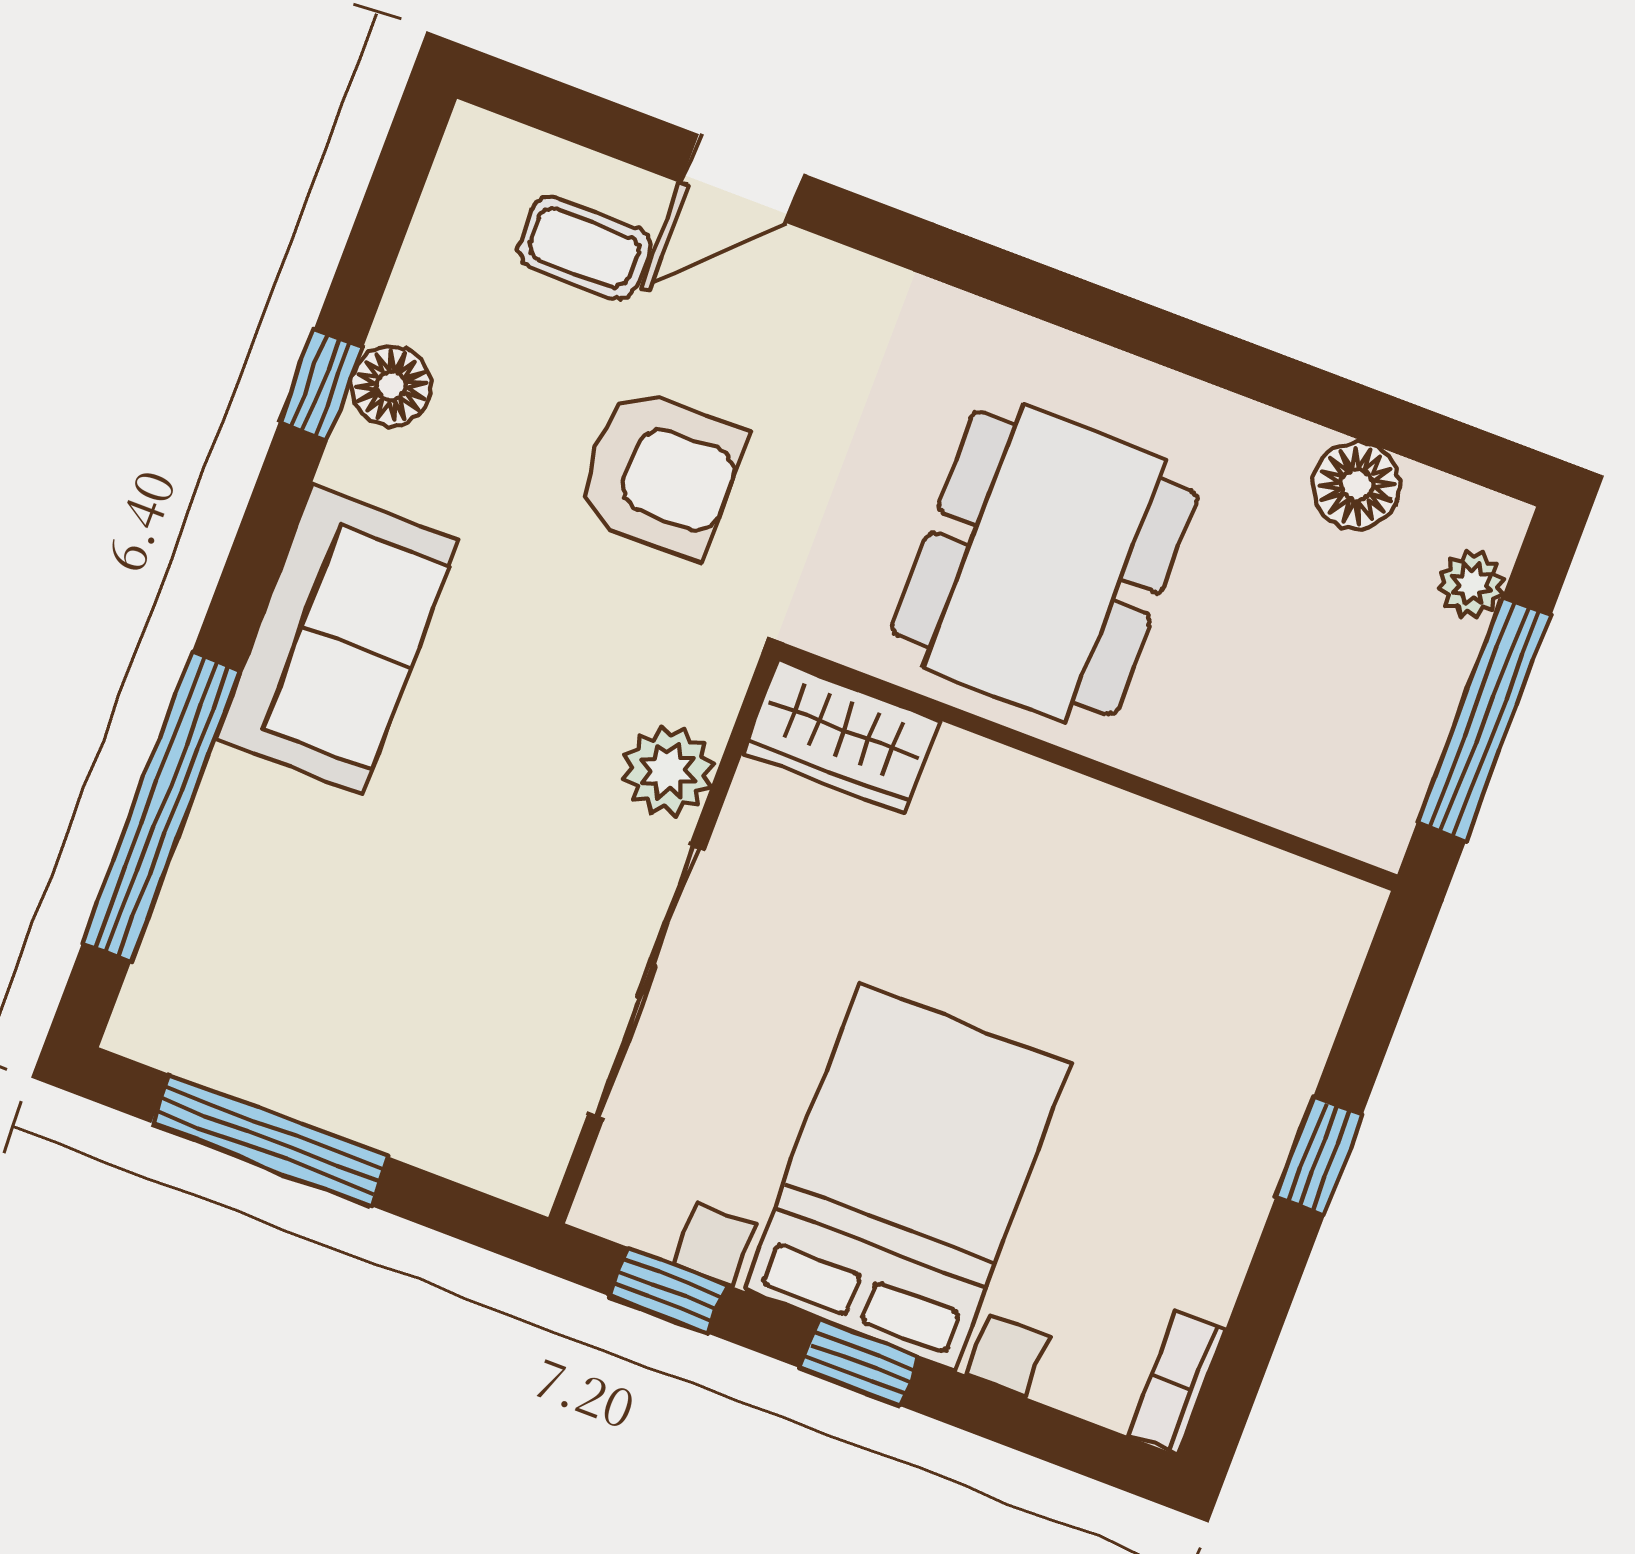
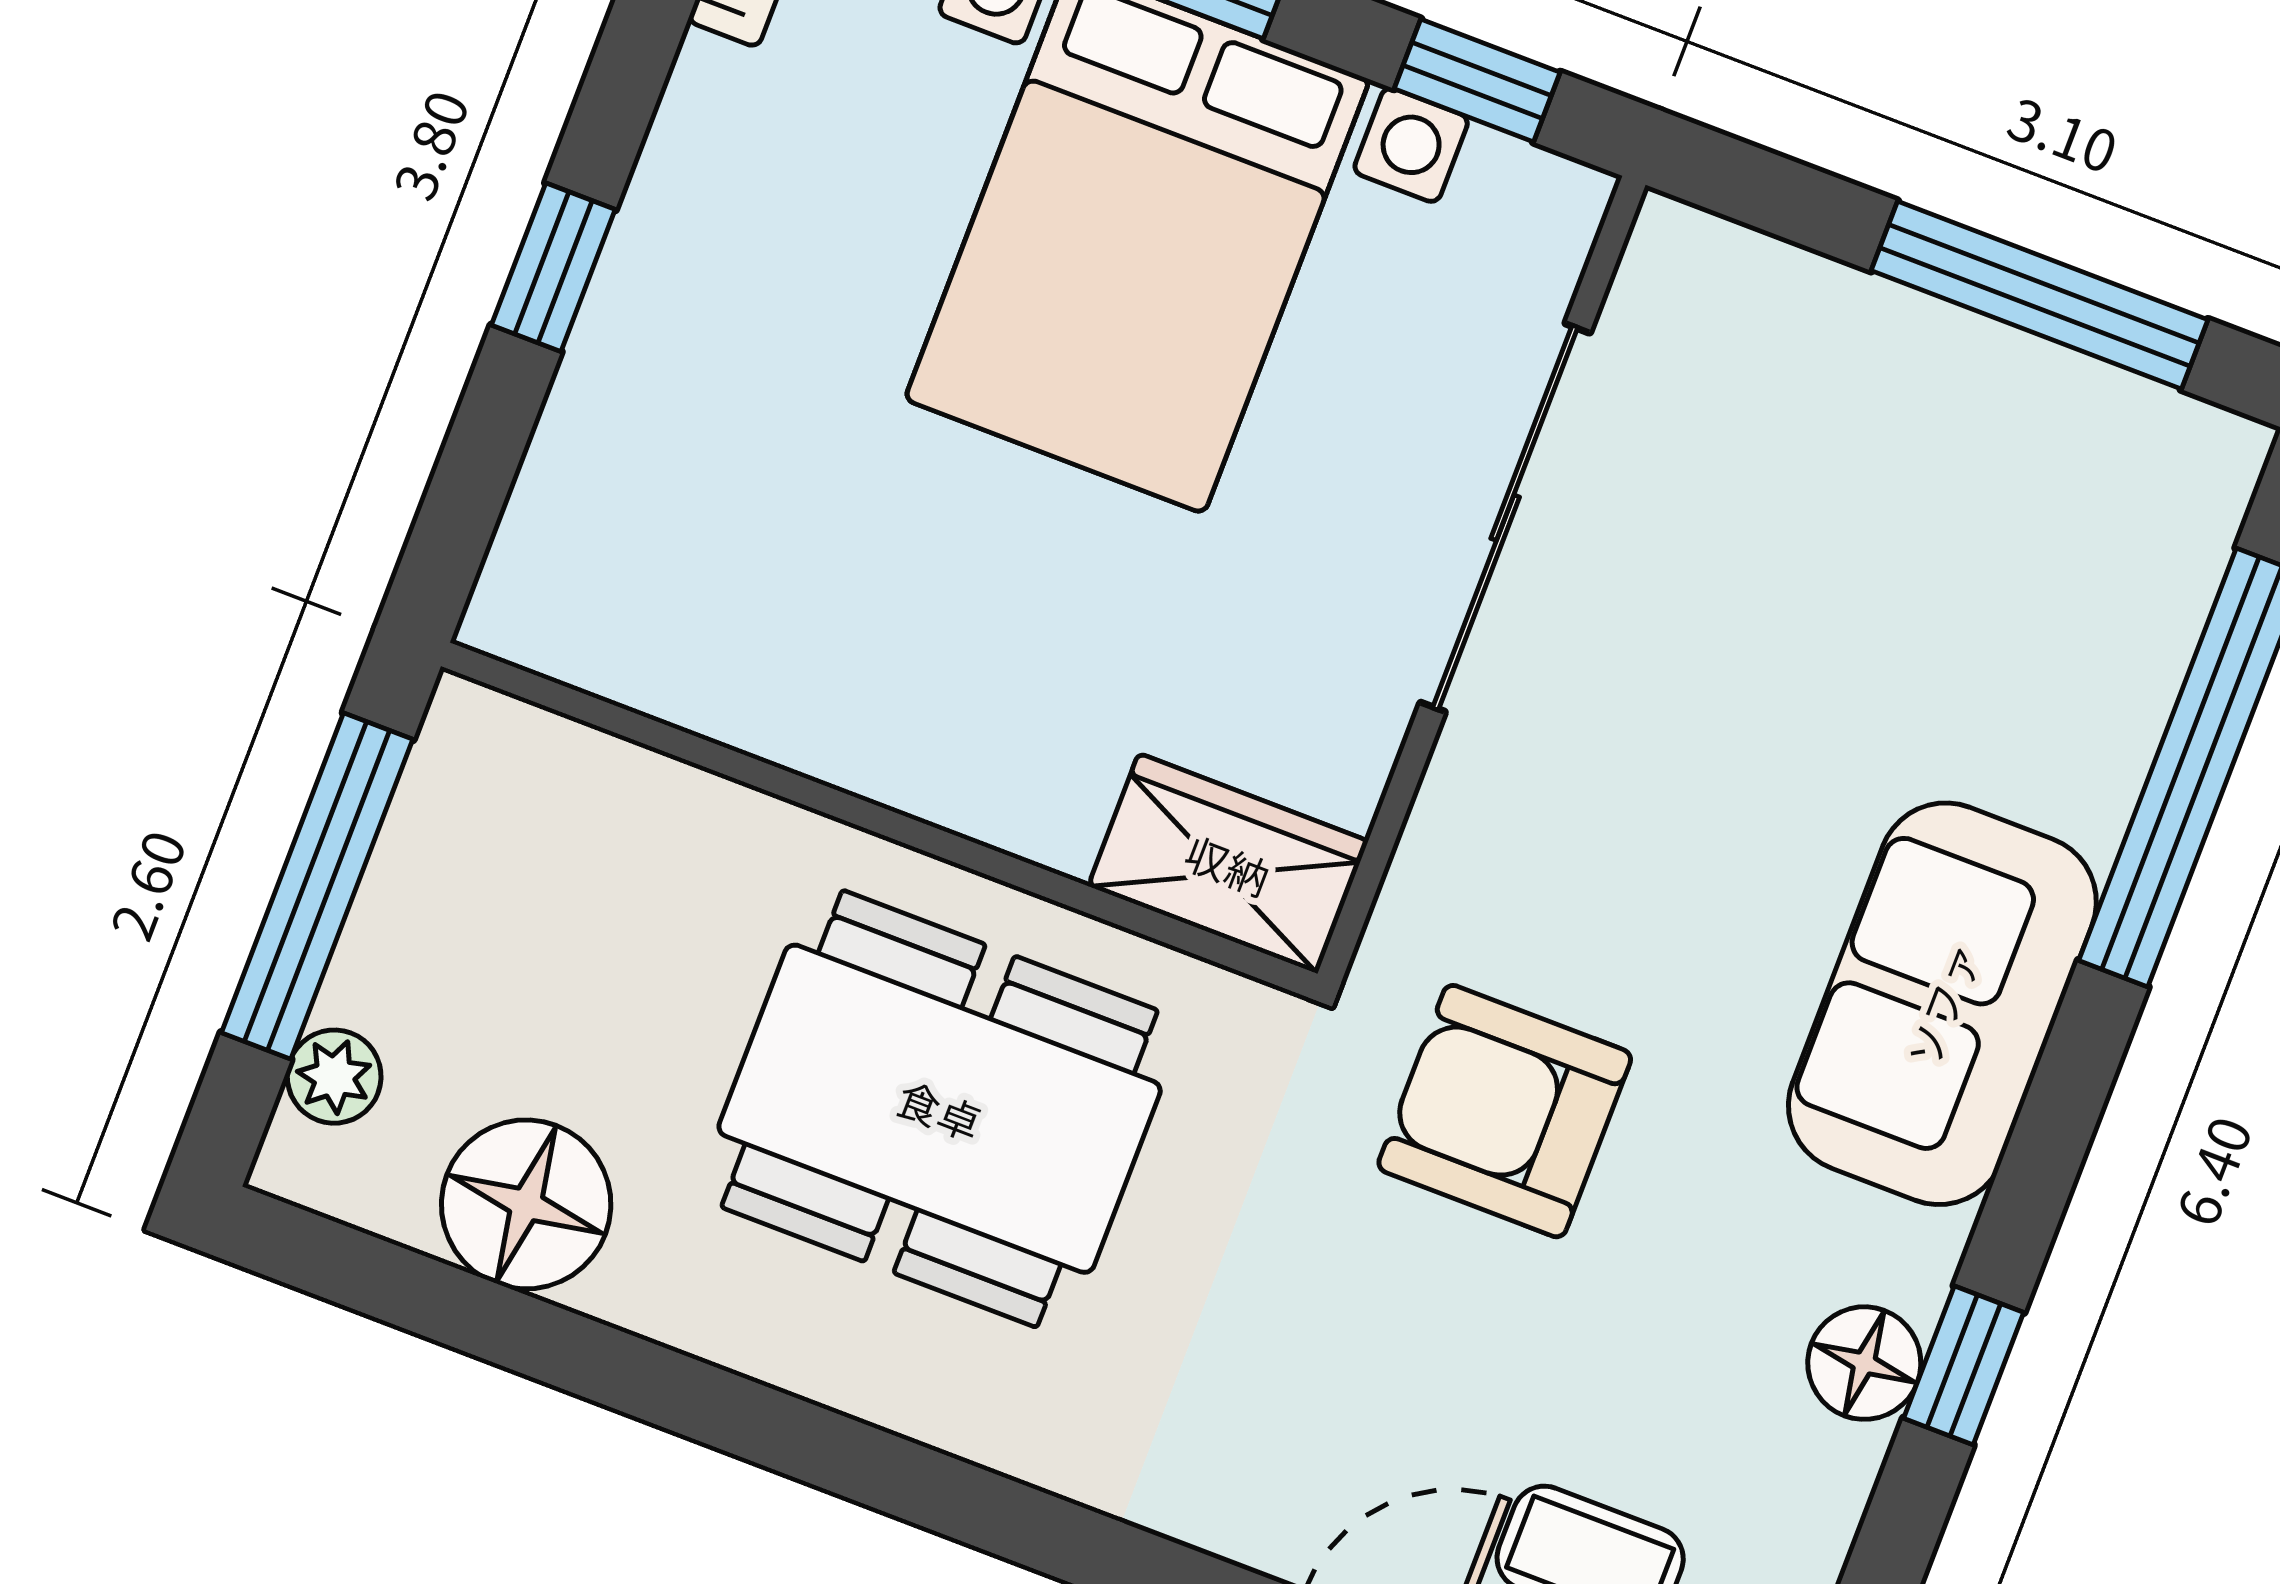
armchair: (660, 473) -> (1505, 1111), moved
floor lamp: (1357, 485) -> (526, 1204), width x1.38, depth x1.38
dining table: (1044, 563) -> (940, 1109), turned 90
plant: (668, 771) -> (1474, 816), removed

